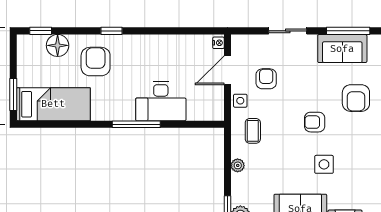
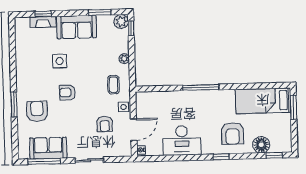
desk: (161, 101) -> (182, 140), moved, turned 180
armchair: (315, 122) -> (67, 93), turned 180

